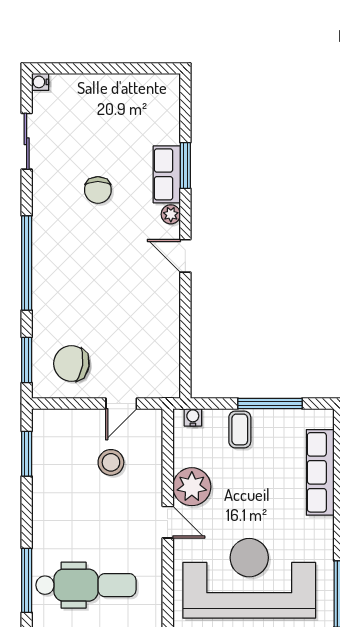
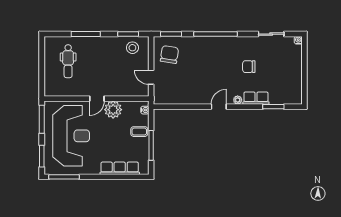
window: (185, 165) -> (273, 107), moved
stool: (111, 462) -> (132, 48), moved
window: (27, 580) -> (86, 34), moved
dental chair: (86, 585) -> (68, 61), width x0.73, depth x0.72

